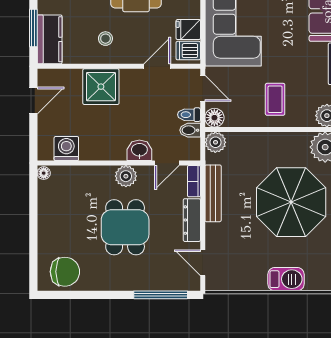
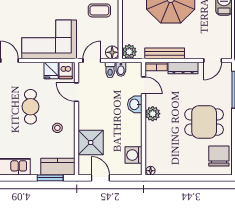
shower: (101, 87) -> (91, 143), moved
dining table: (125, 227) -> (204, 122), moved

